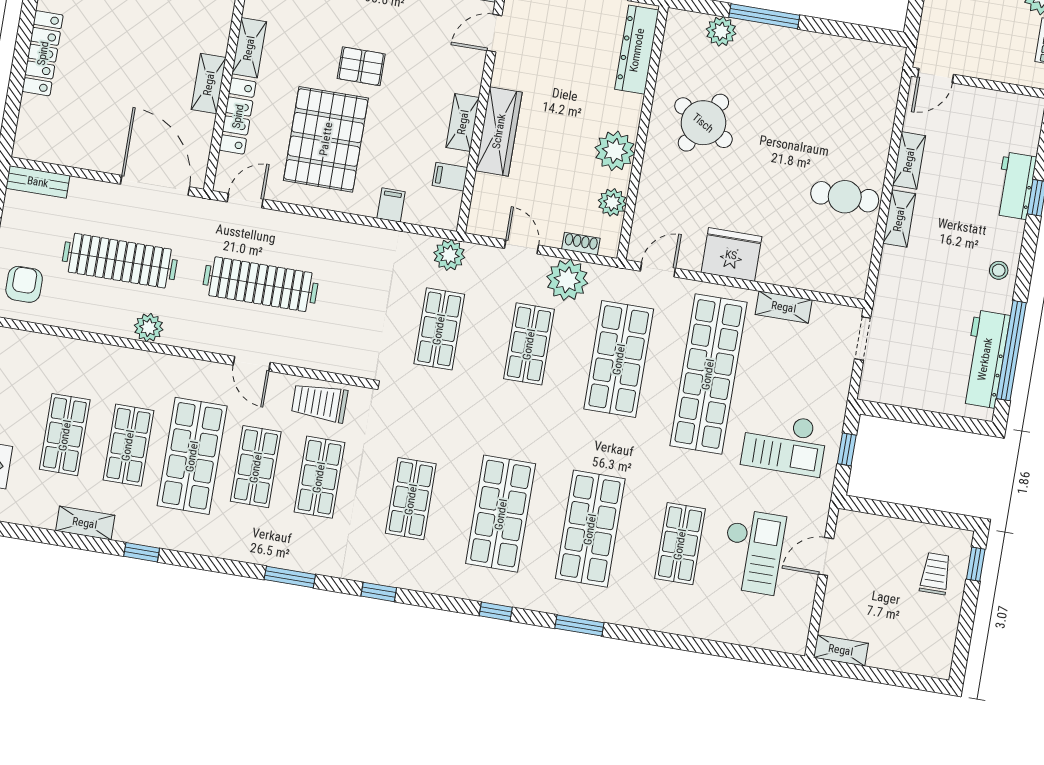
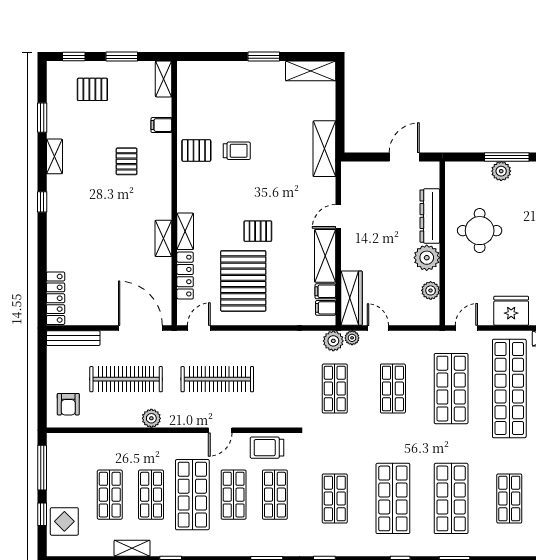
plant: (721, 31) -> (501, 171), moved
door: (494, 33) -> (338, 216), moved
dresser: (637, 50) -> (430, 216), moved
locker: (43, 53) -> (56, 298), moved
shelving: (209, 83) -> (163, 238), moved
shelving: (463, 122) -> (325, 256), width x1.50, depth x1.33
round table: (703, 123) -> (480, 231), turned -30
wardrobe: (499, 131) -> (351, 298), moved
bench: (38, 182) -> (73, 338), width x1.36
filing cabinet: (391, 205) -> (326, 308), moved, turned -90
shoe rack: (581, 244) -> (415, 320), removed
plant: (567, 280) -> (352, 338), moved, width x0.53, depth x0.53
armchair: (24, 284) -> (68, 404), turned 180
door: (252, 364) -> (220, 430), hinge flipped

